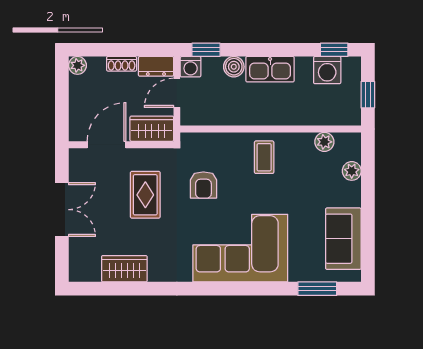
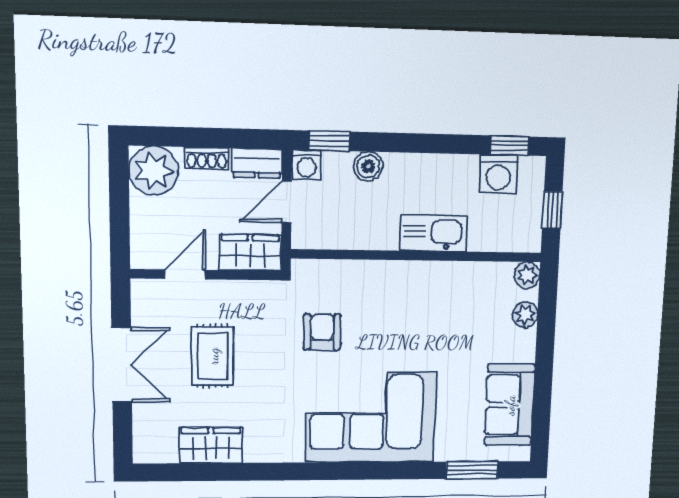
plant: (77, 65) -> (154, 171), width x1.87, depth x1.87
kitchen sink: (270, 69) -> (433, 233), moved, turned 180
plant: (324, 142) -> (527, 275), moved
door: (107, 145) -> (185, 274), width x0.73
coffee table: (264, 157) -> (407, 295), removed
armchair: (203, 185) -> (322, 332), turned 180
rug: (145, 195) -> (213, 356), moved

